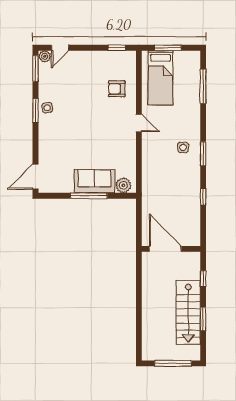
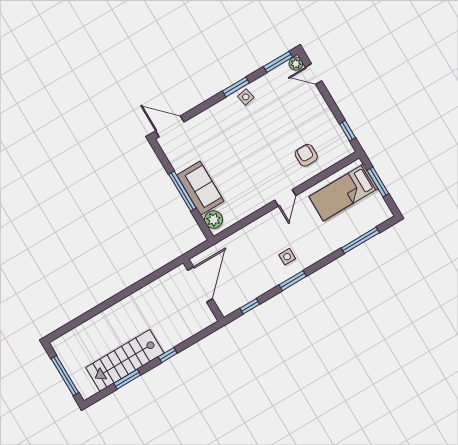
door: (165, 249) -> (200, 285), moved
wall: (171, 249) -> (204, 290), moved

